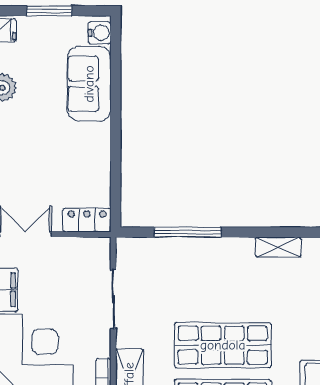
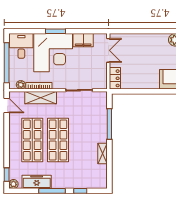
shelving: (278, 247) -> (103, 154), moved

